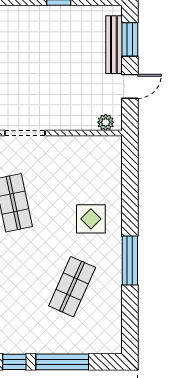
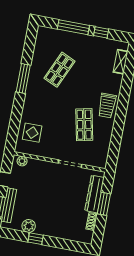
plant: (74, 16) -> (29, 226), added
display table: (91, 219) -> (32, 133), moved

